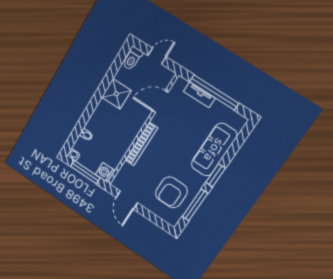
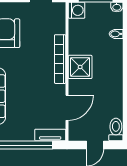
shower: (116, 94) -> (80, 67), moved
tv unit: (199, 95) -> (50, 135), moved

